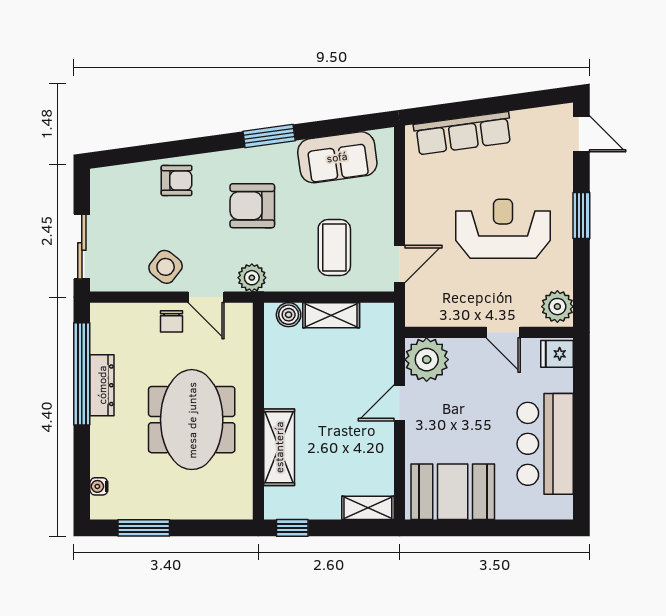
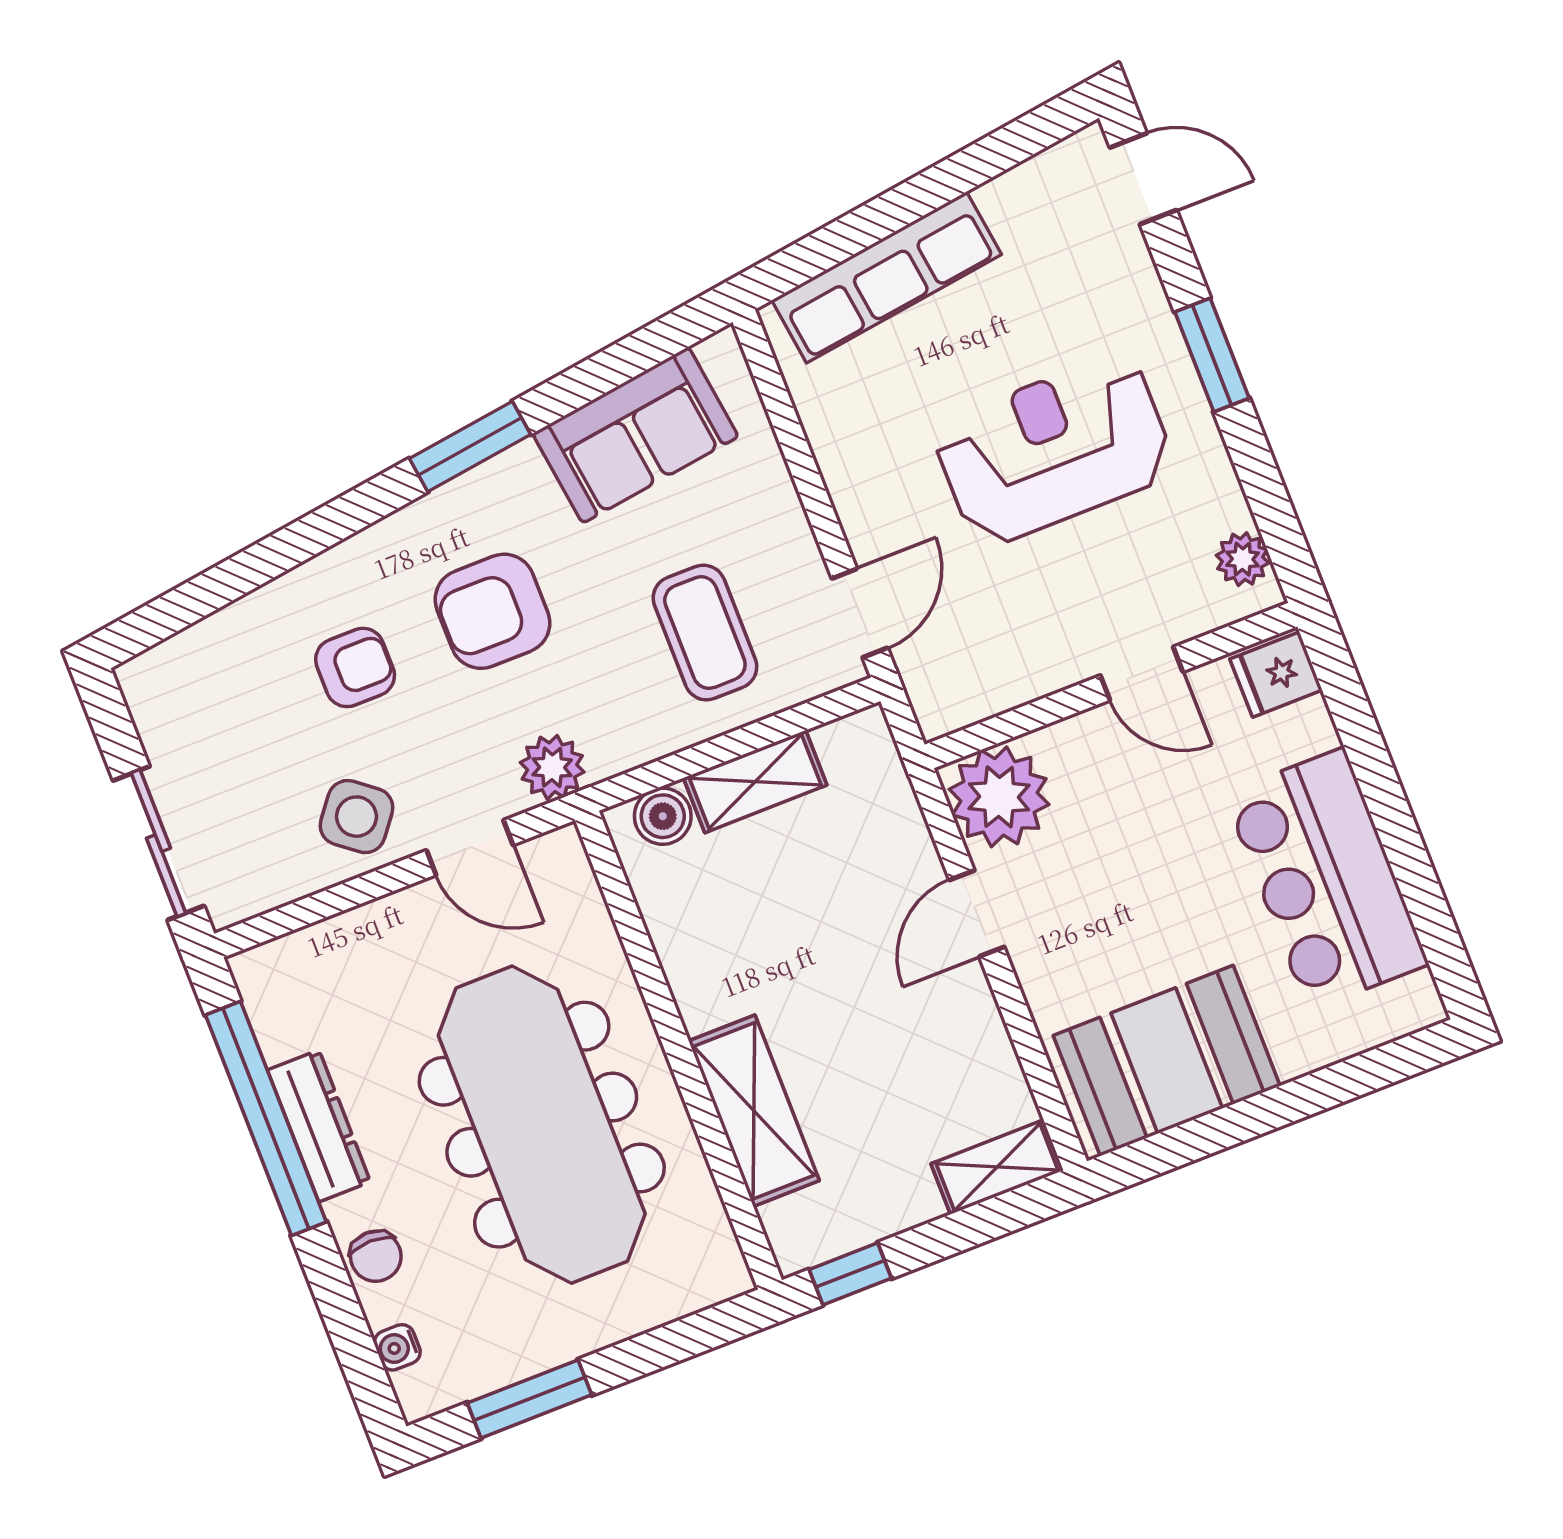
armchair: (177, 180) -> (355, 667), moved
plant: (557, 307) -> (1243, 559), width x0.73, depth x0.73
chair: (172, 321) -> (376, 1256), moved
meeting table: (192, 420) -> (542, 1125), width x1.36

